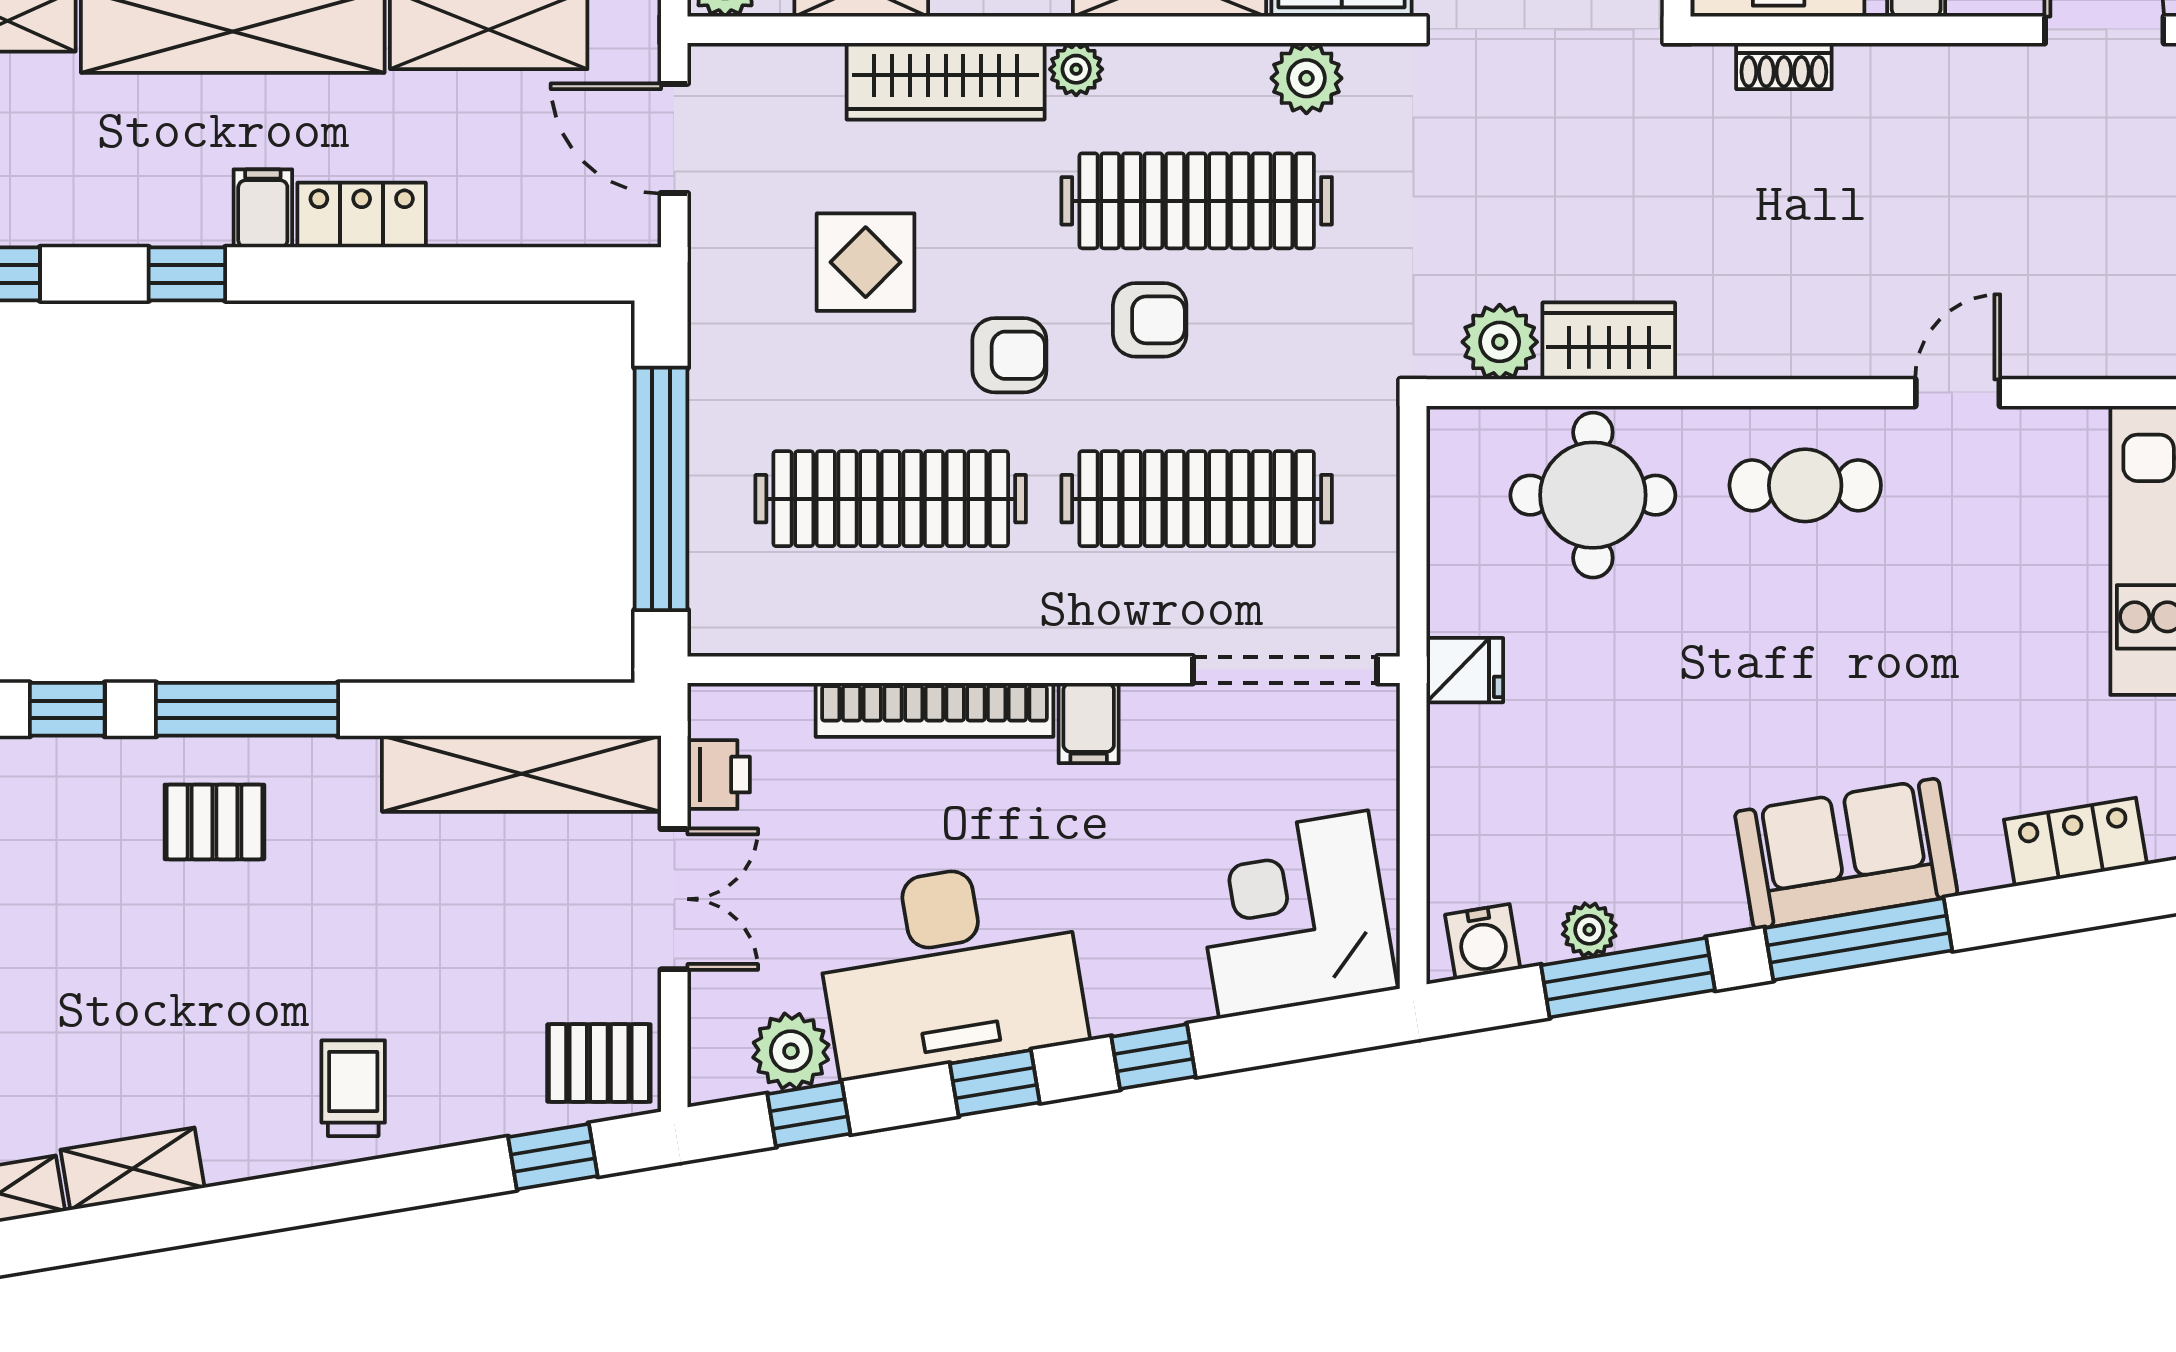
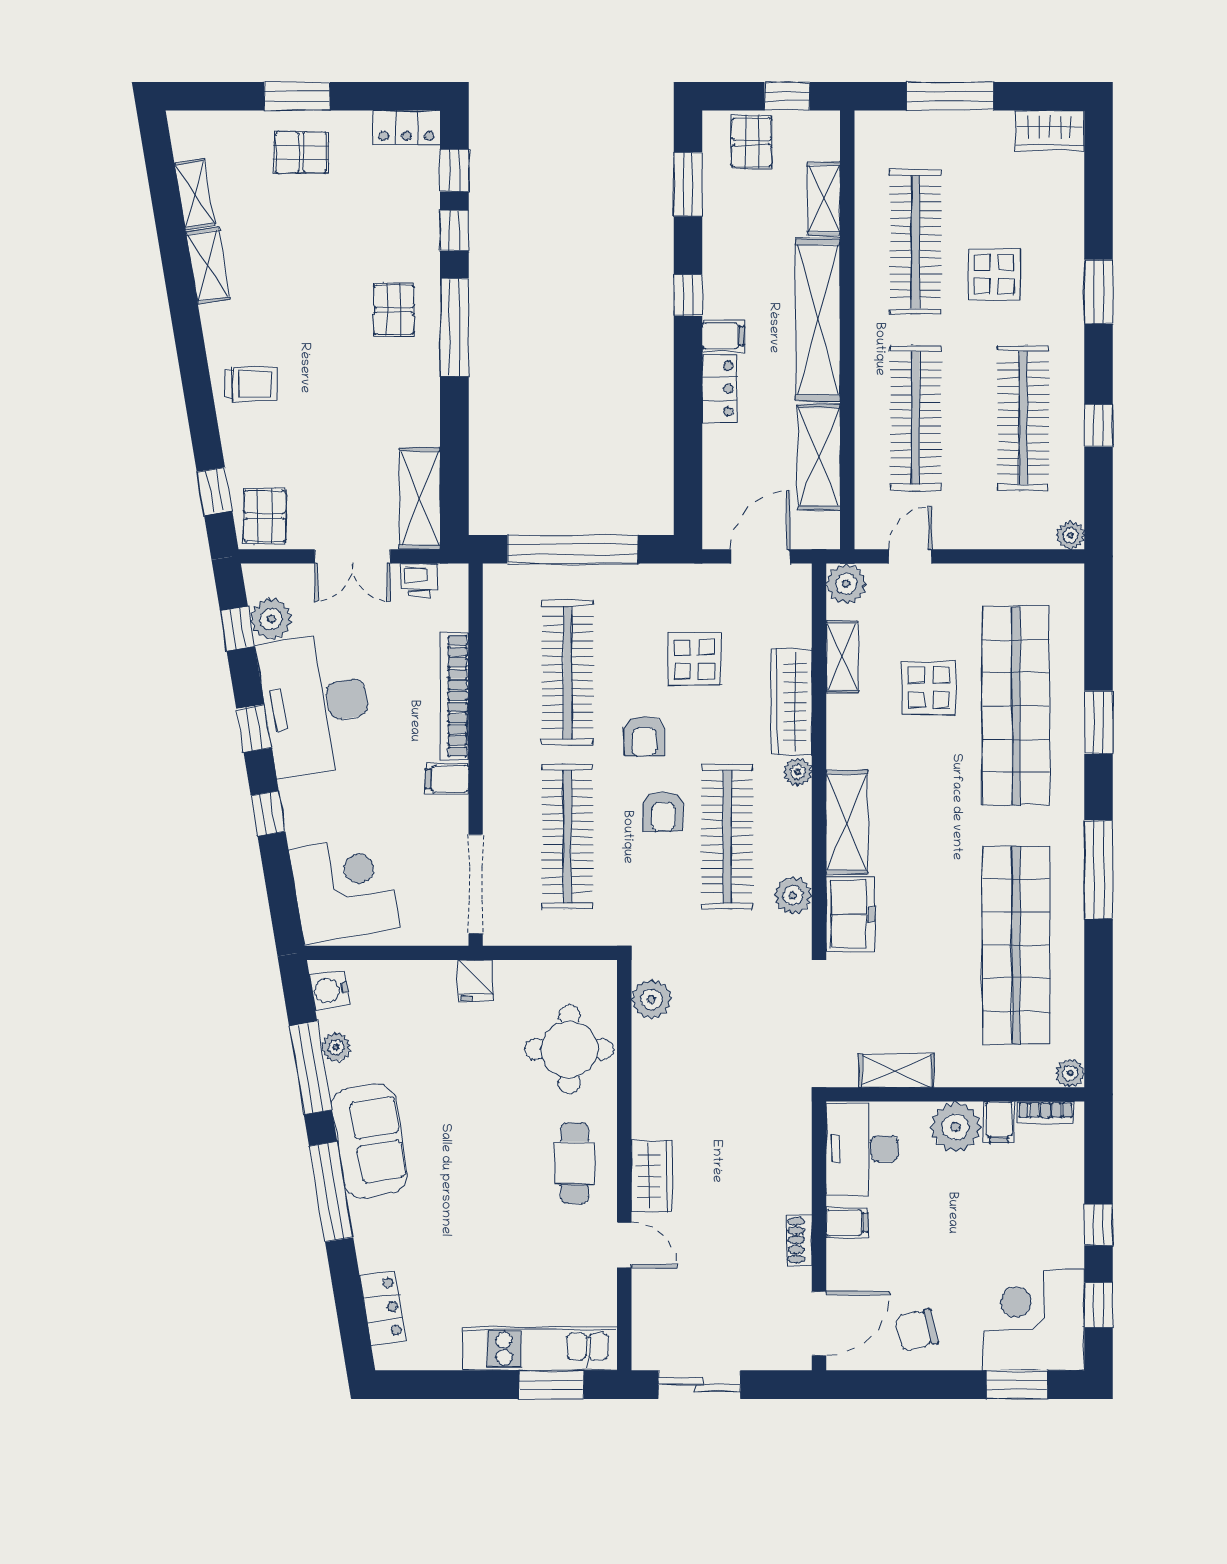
shoe rack: (1784, 66) -> (799, 1240), moved
wardrobe: (1609, 341) -> (652, 1176), moved
shelving: (521, 774) -> (420, 498), width x0.68
sofa: (1846, 854) -> (370, 1141), moved

